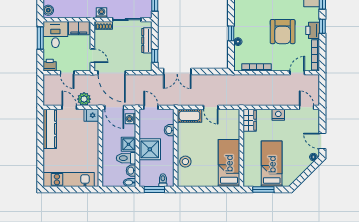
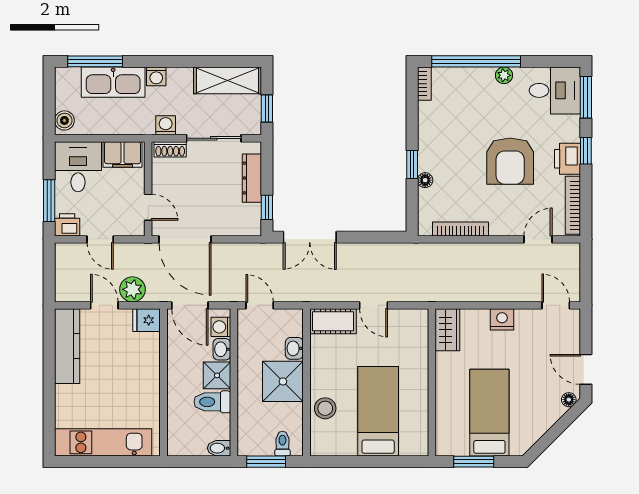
window: (40, 38) -> (49, 201), moved
shower: (150, 149) -> (283, 381), moved
bed: (229, 163) -> (378, 411), moved
washbasin: (131, 171) -> (222, 349), moved

